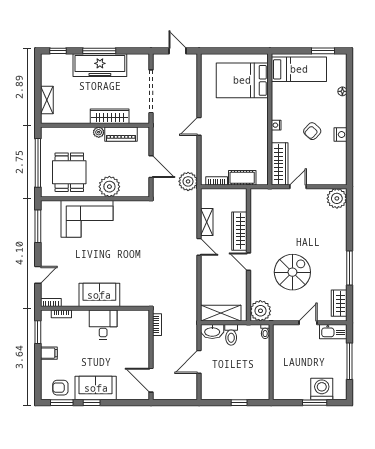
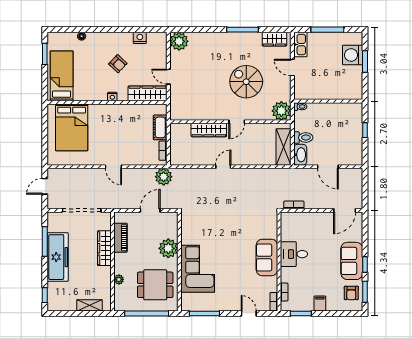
window: (99, 51) -> (45, 241), moved
plant: (99, 132) -> (119, 279), moved
nightstand: (341, 134) -> (140, 38), moved
shelving: (207, 222) -> (200, 160), removed

